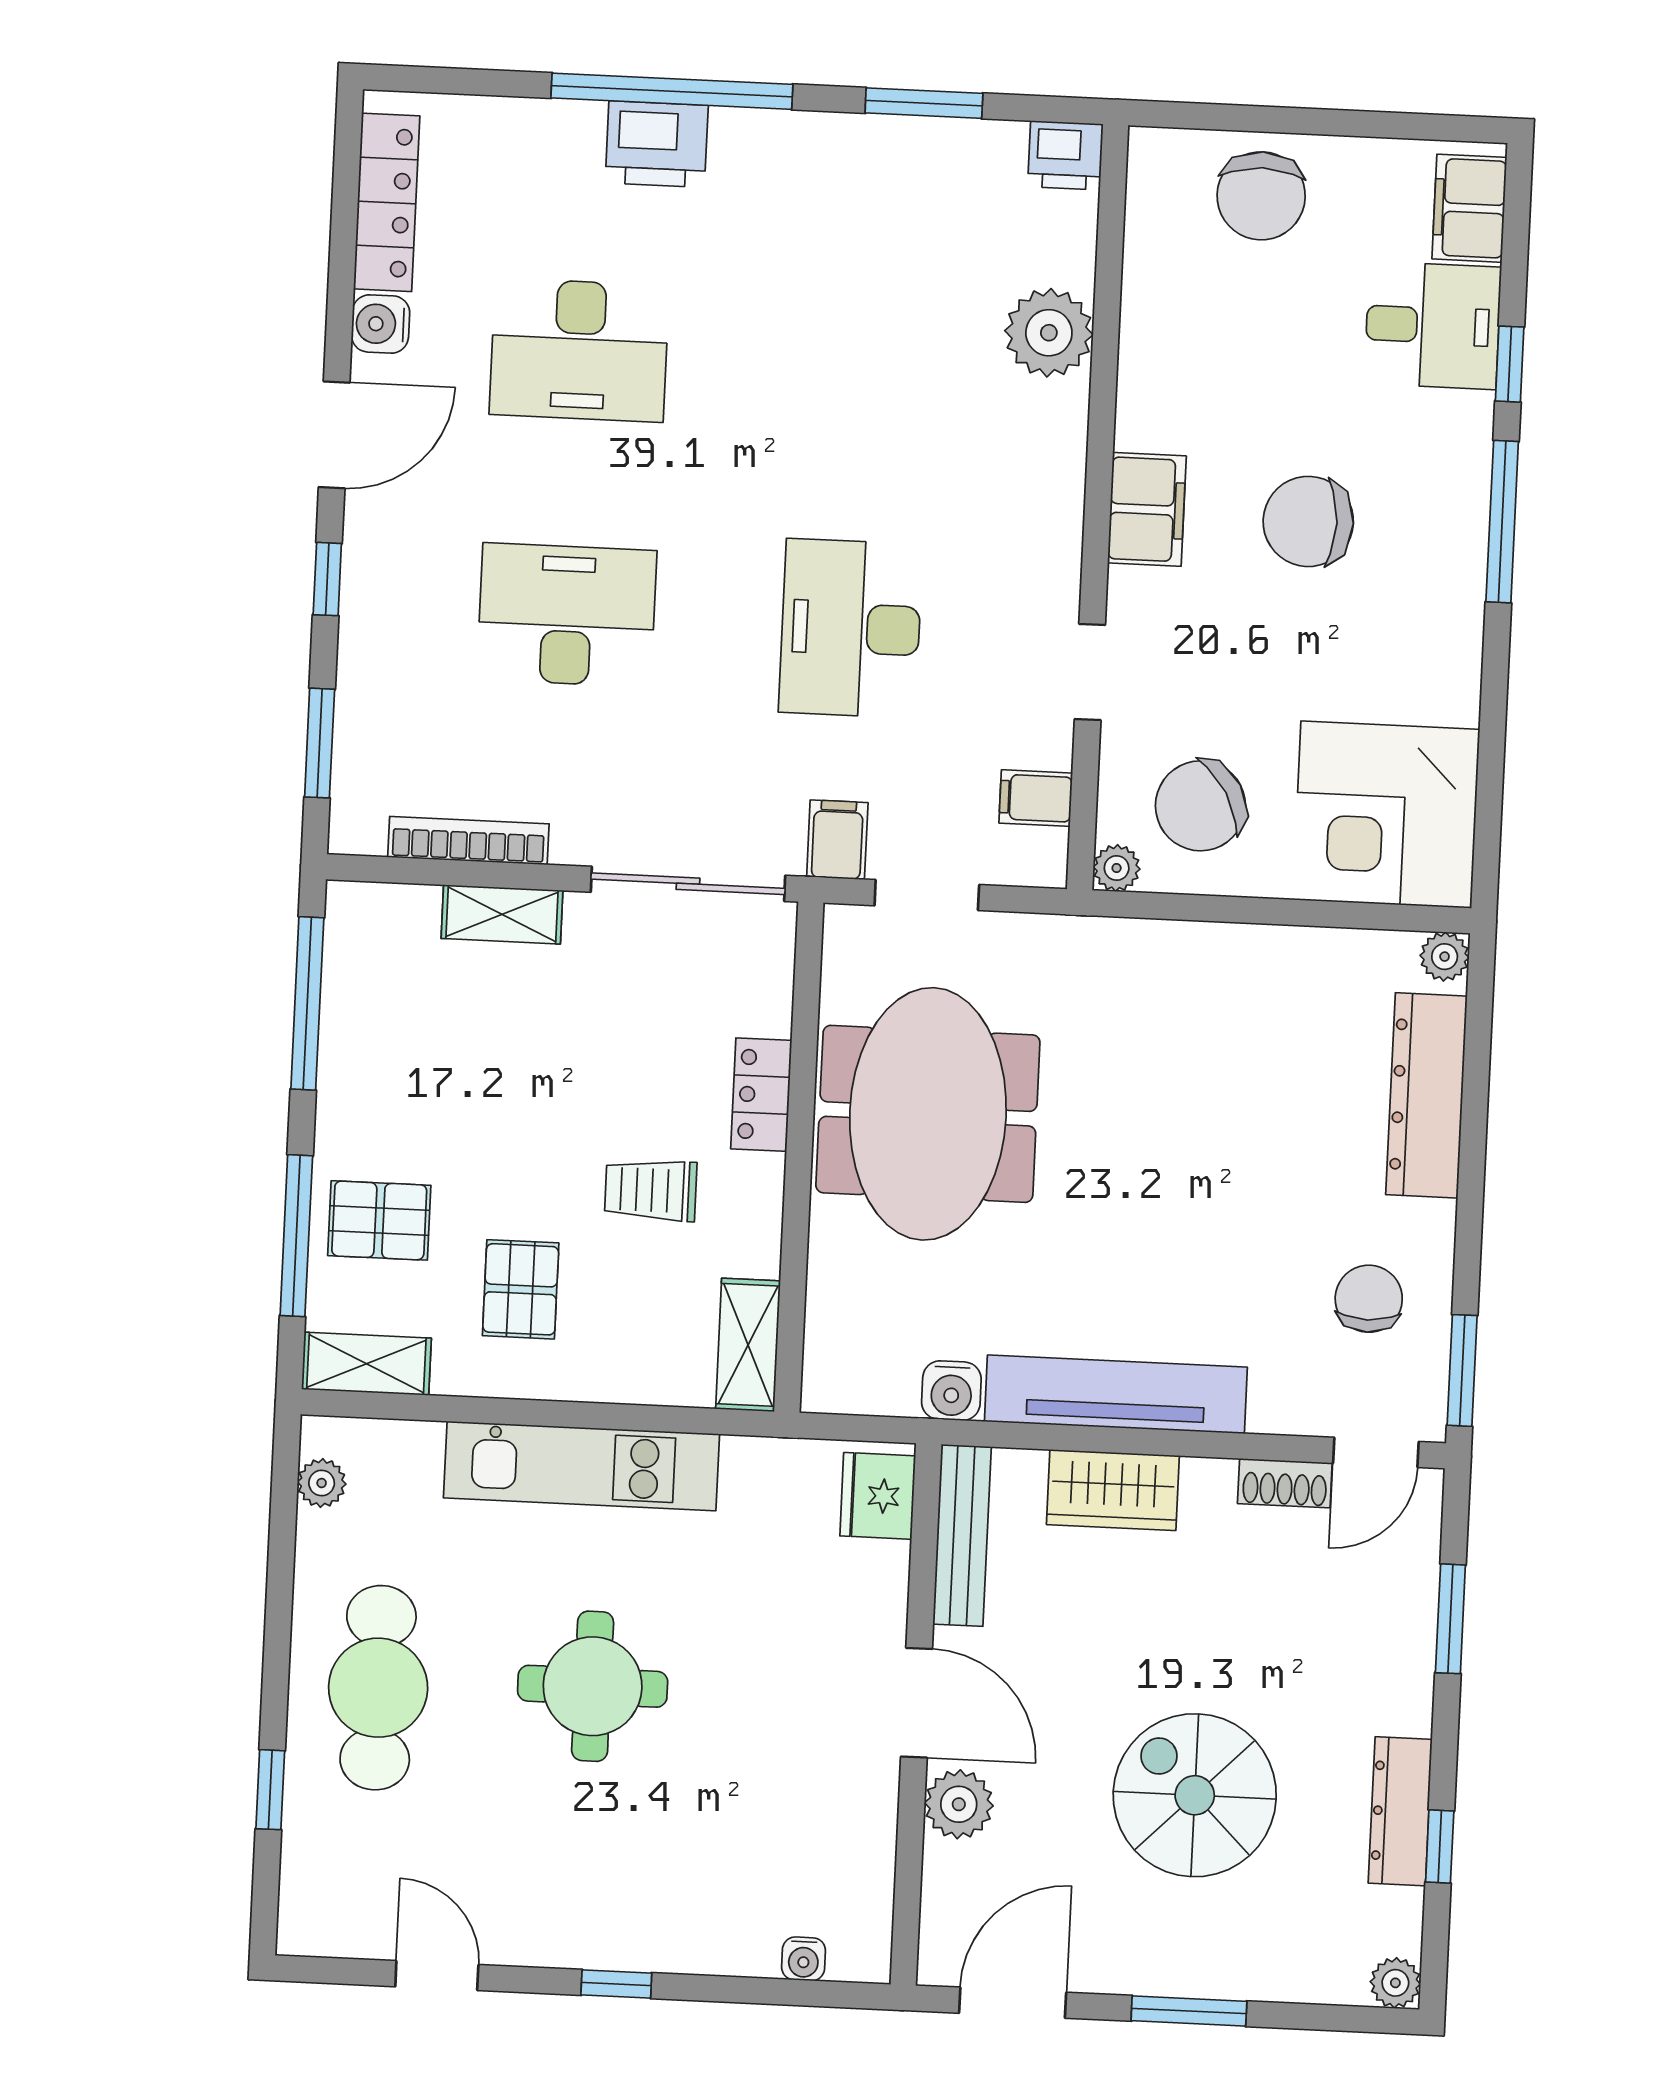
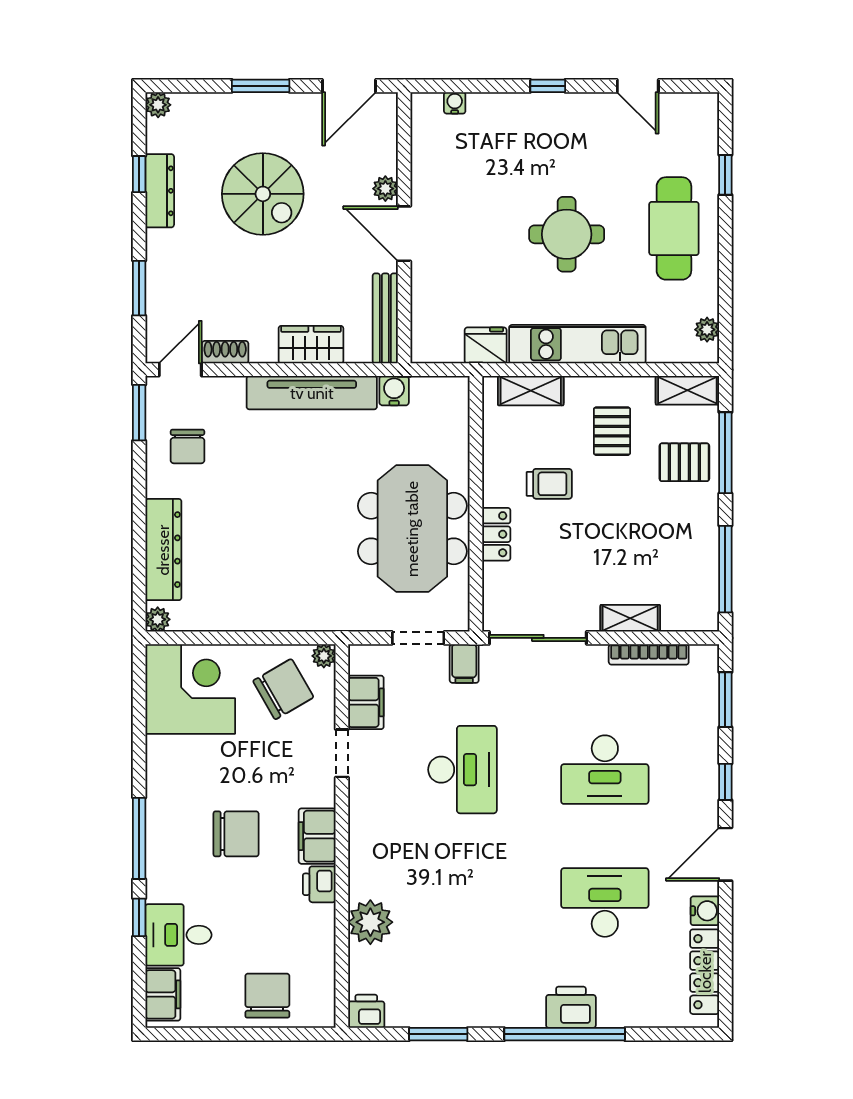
printer: (1147, 413) -> (319, 884), added
filing cabinet: (1036, 798) -> (366, 702), width x2.00
shelving: (748, 1345) -> (531, 391), moved, turned 90
fridge: (878, 1496) -> (486, 345), moved, turned -90
plant: (959, 1804) -> (385, 189), width x0.73, depth x0.73

